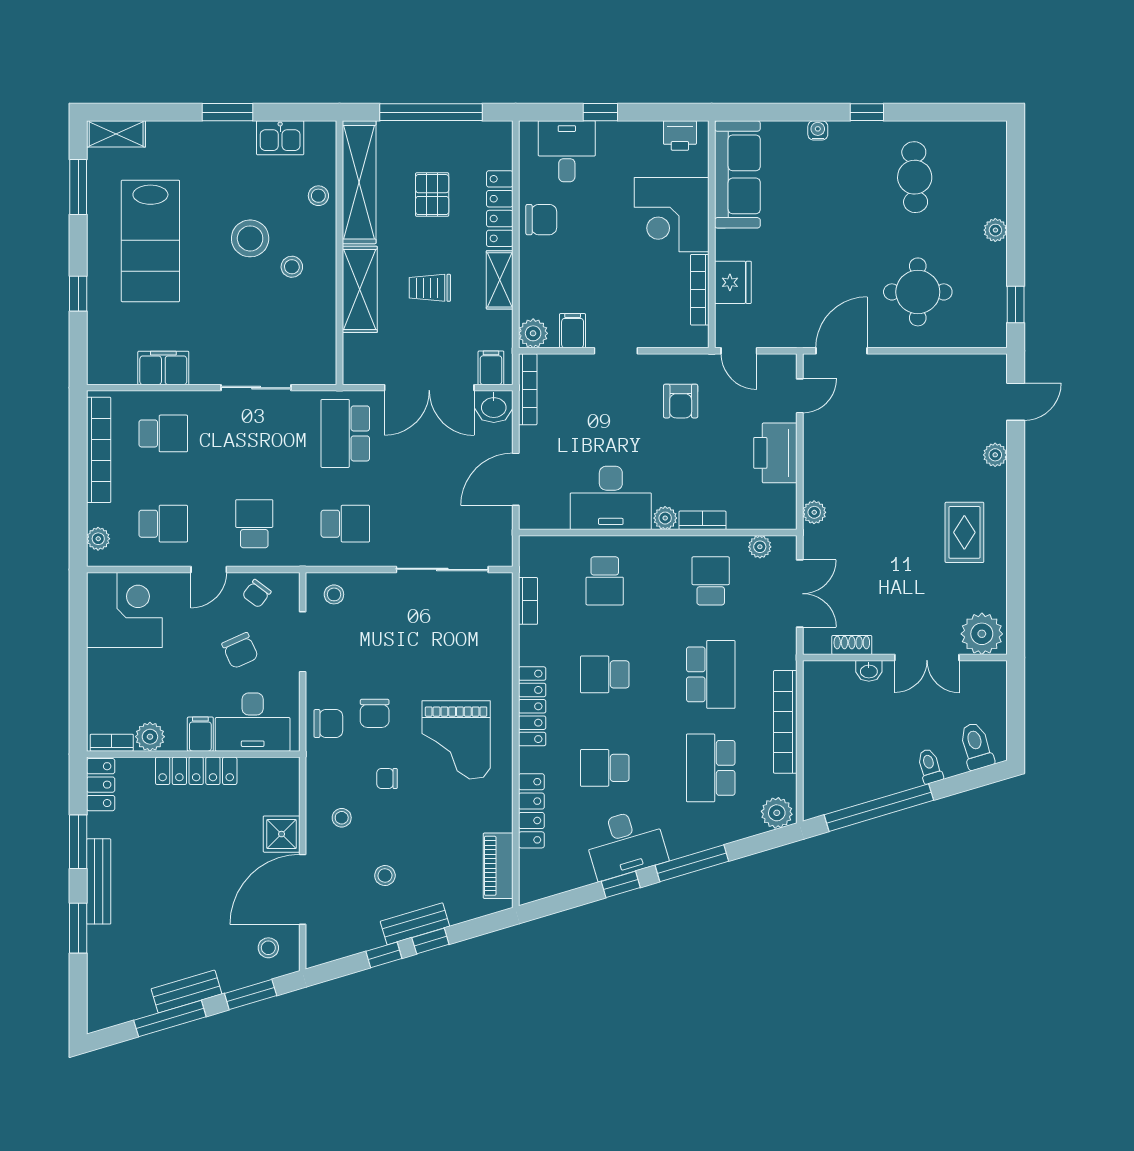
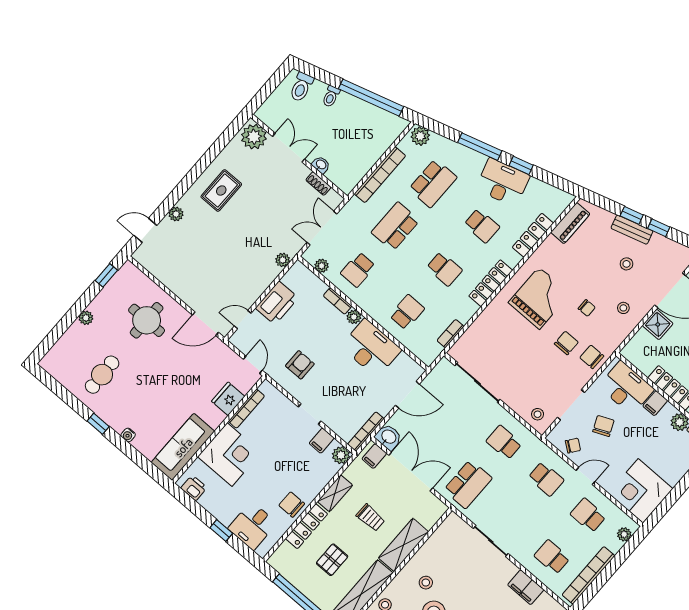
school desk: (254, 524) -> (546, 479), turned -90

